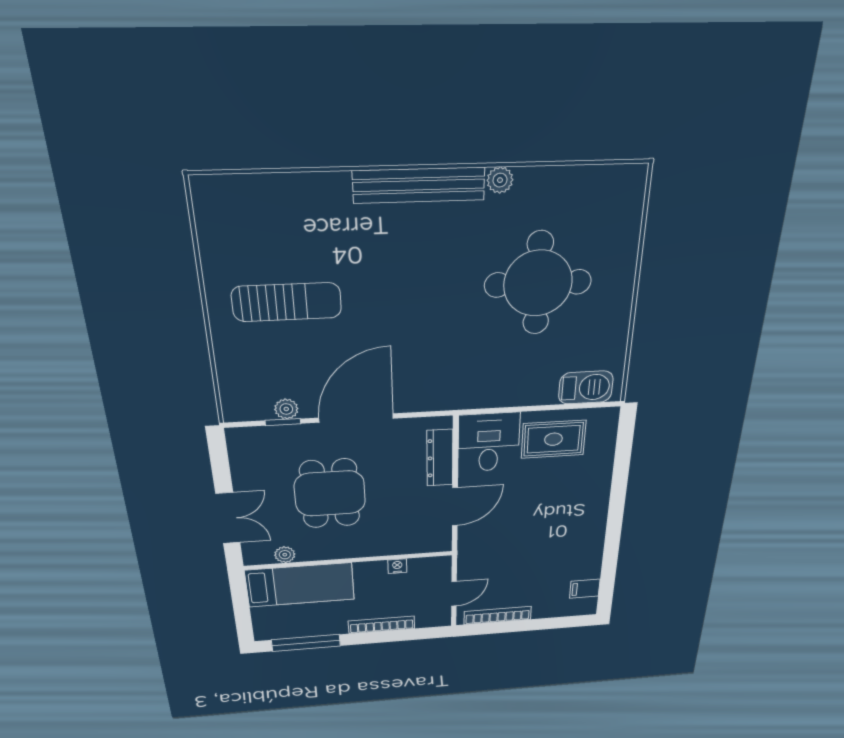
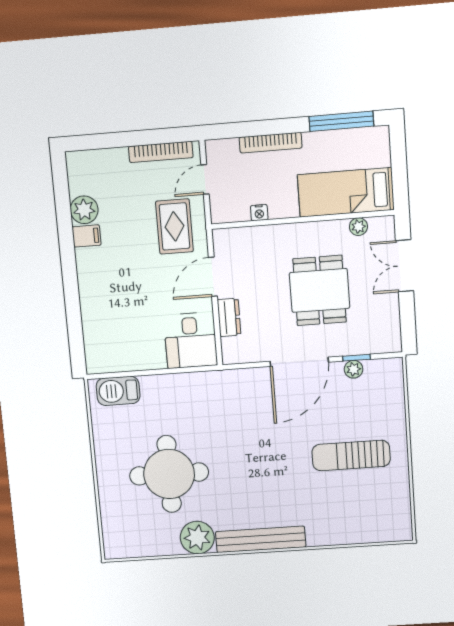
plant: (500, 180) -> (197, 538), width x1.88, depth x1.88
rug: (553, 439) -> (174, 226), moved, turned 90
dresser: (440, 458) -> (229, 317), width x0.70
plant: (587, 567) -> (84, 210), added
filing cabinet: (585, 589) -> (87, 236), moved

